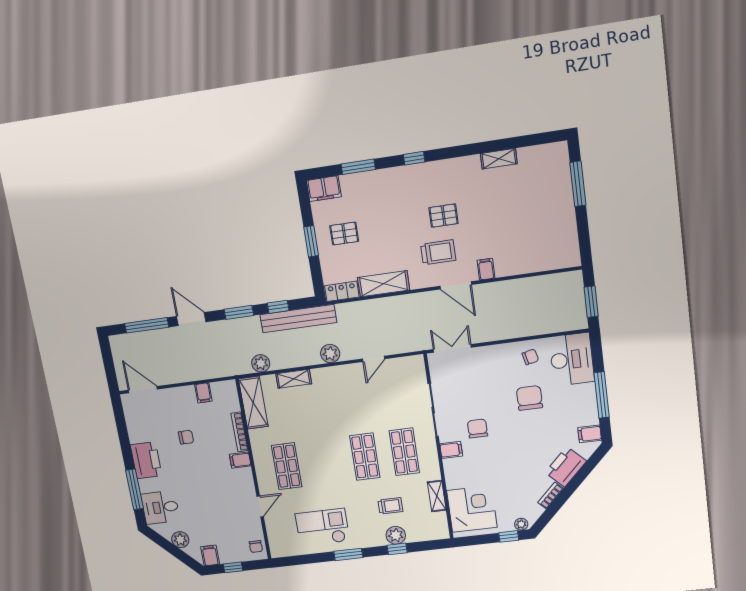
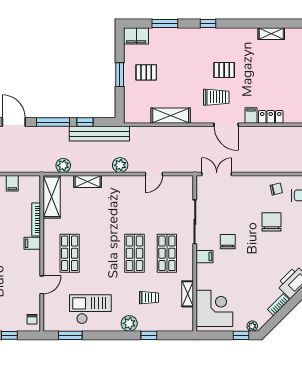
locker: (342, 291) -> (271, 117), moved
window: (239, 312) -> (53, 122), width x1.44
plant: (396, 535) -> (129, 323), moved
window: (348, 554) -> (70, 335), moved

